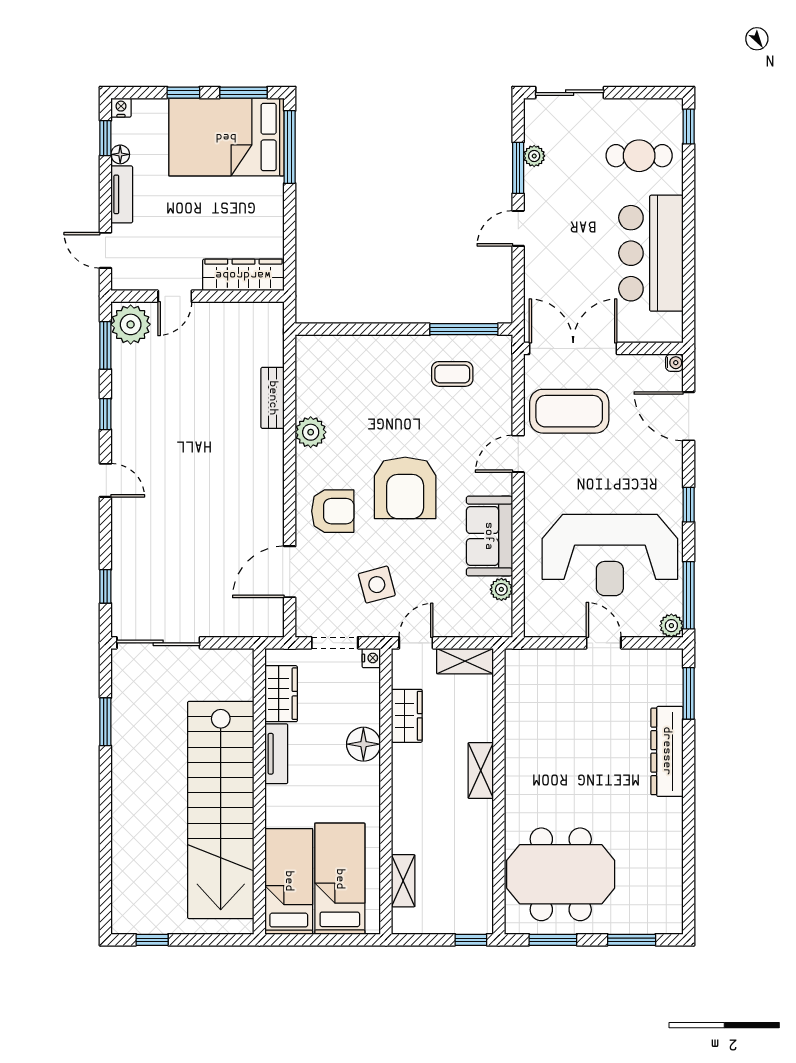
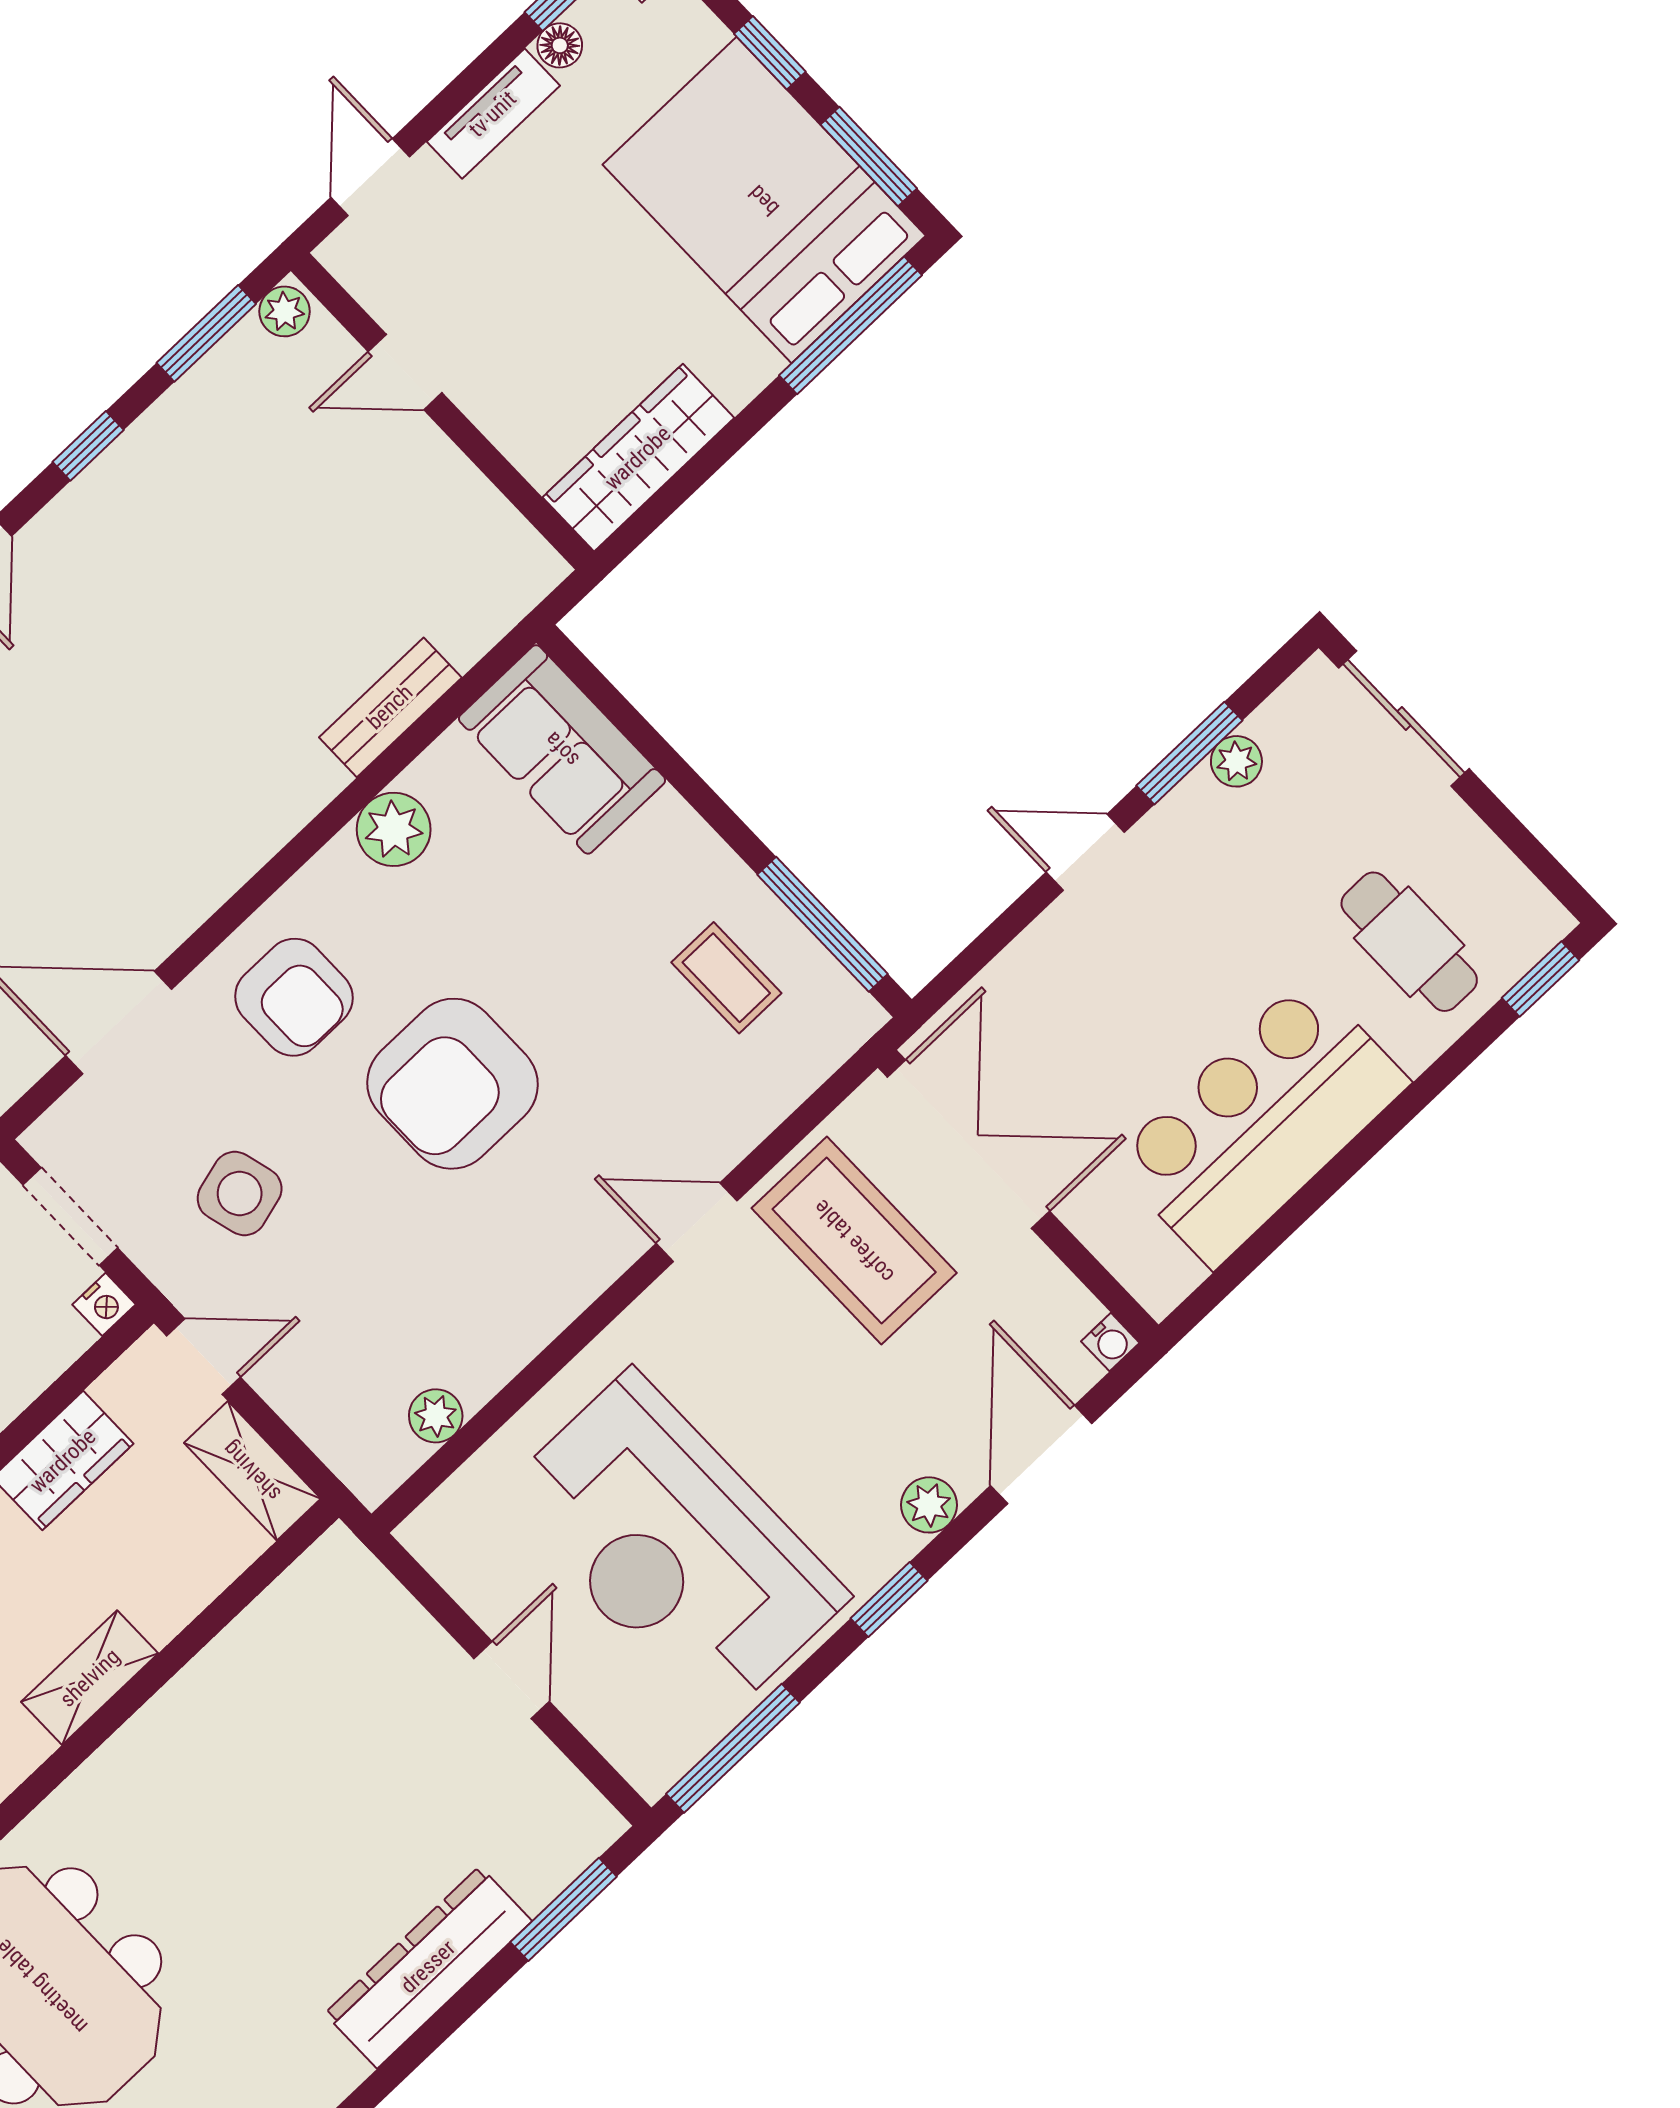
wardrobe: (243, 275) -> (638, 458), moved, turned -90
plant: (131, 324) -> (285, 311), width x0.53, depth x0.53
sofa: (489, 536) -> (562, 749), moved, turned -90
plant: (671, 626) -> (929, 1505), moved

